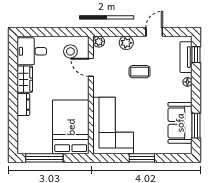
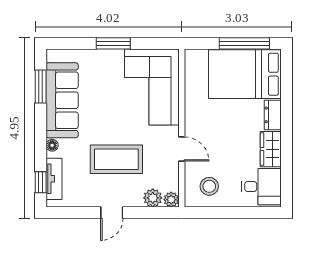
door: (154, 32) -> (112, 213), moved
plant: (126, 43) -> (153, 198), moved
door: (91, 67) -> (182, 149), moved
coffee table: (140, 72) -> (116, 159), width x1.86, depth x1.72
sofa: (180, 123) -> (62, 100), width x1.36
bed: (71, 127) -> (245, 74), moved, turned 90

